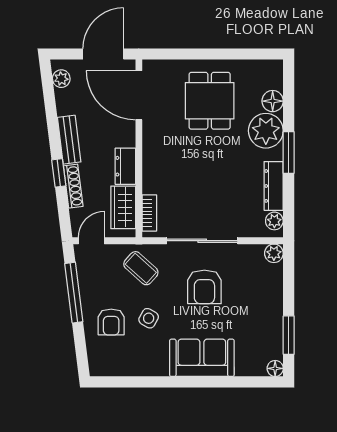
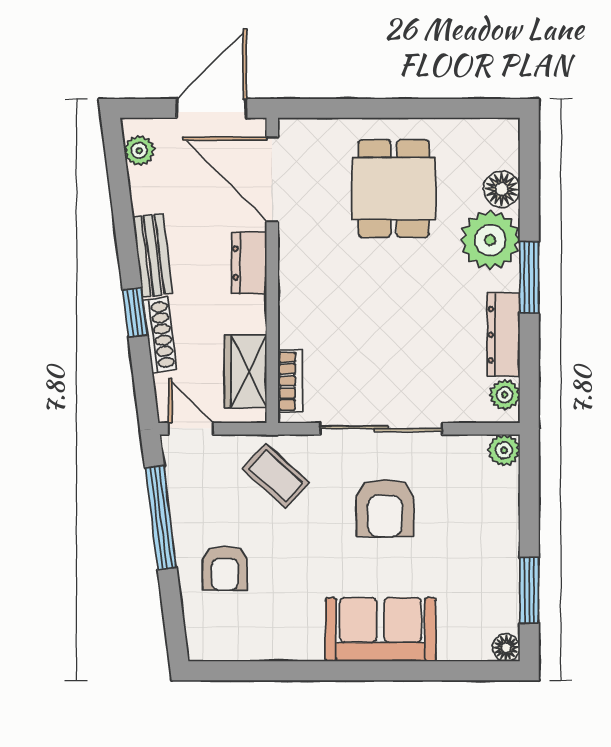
dresser: (125, 166) -> (249, 263), moved
door: (91, 241) -> (191, 429), hinge flipped
side table: (149, 318) -> (289, 562), removed

